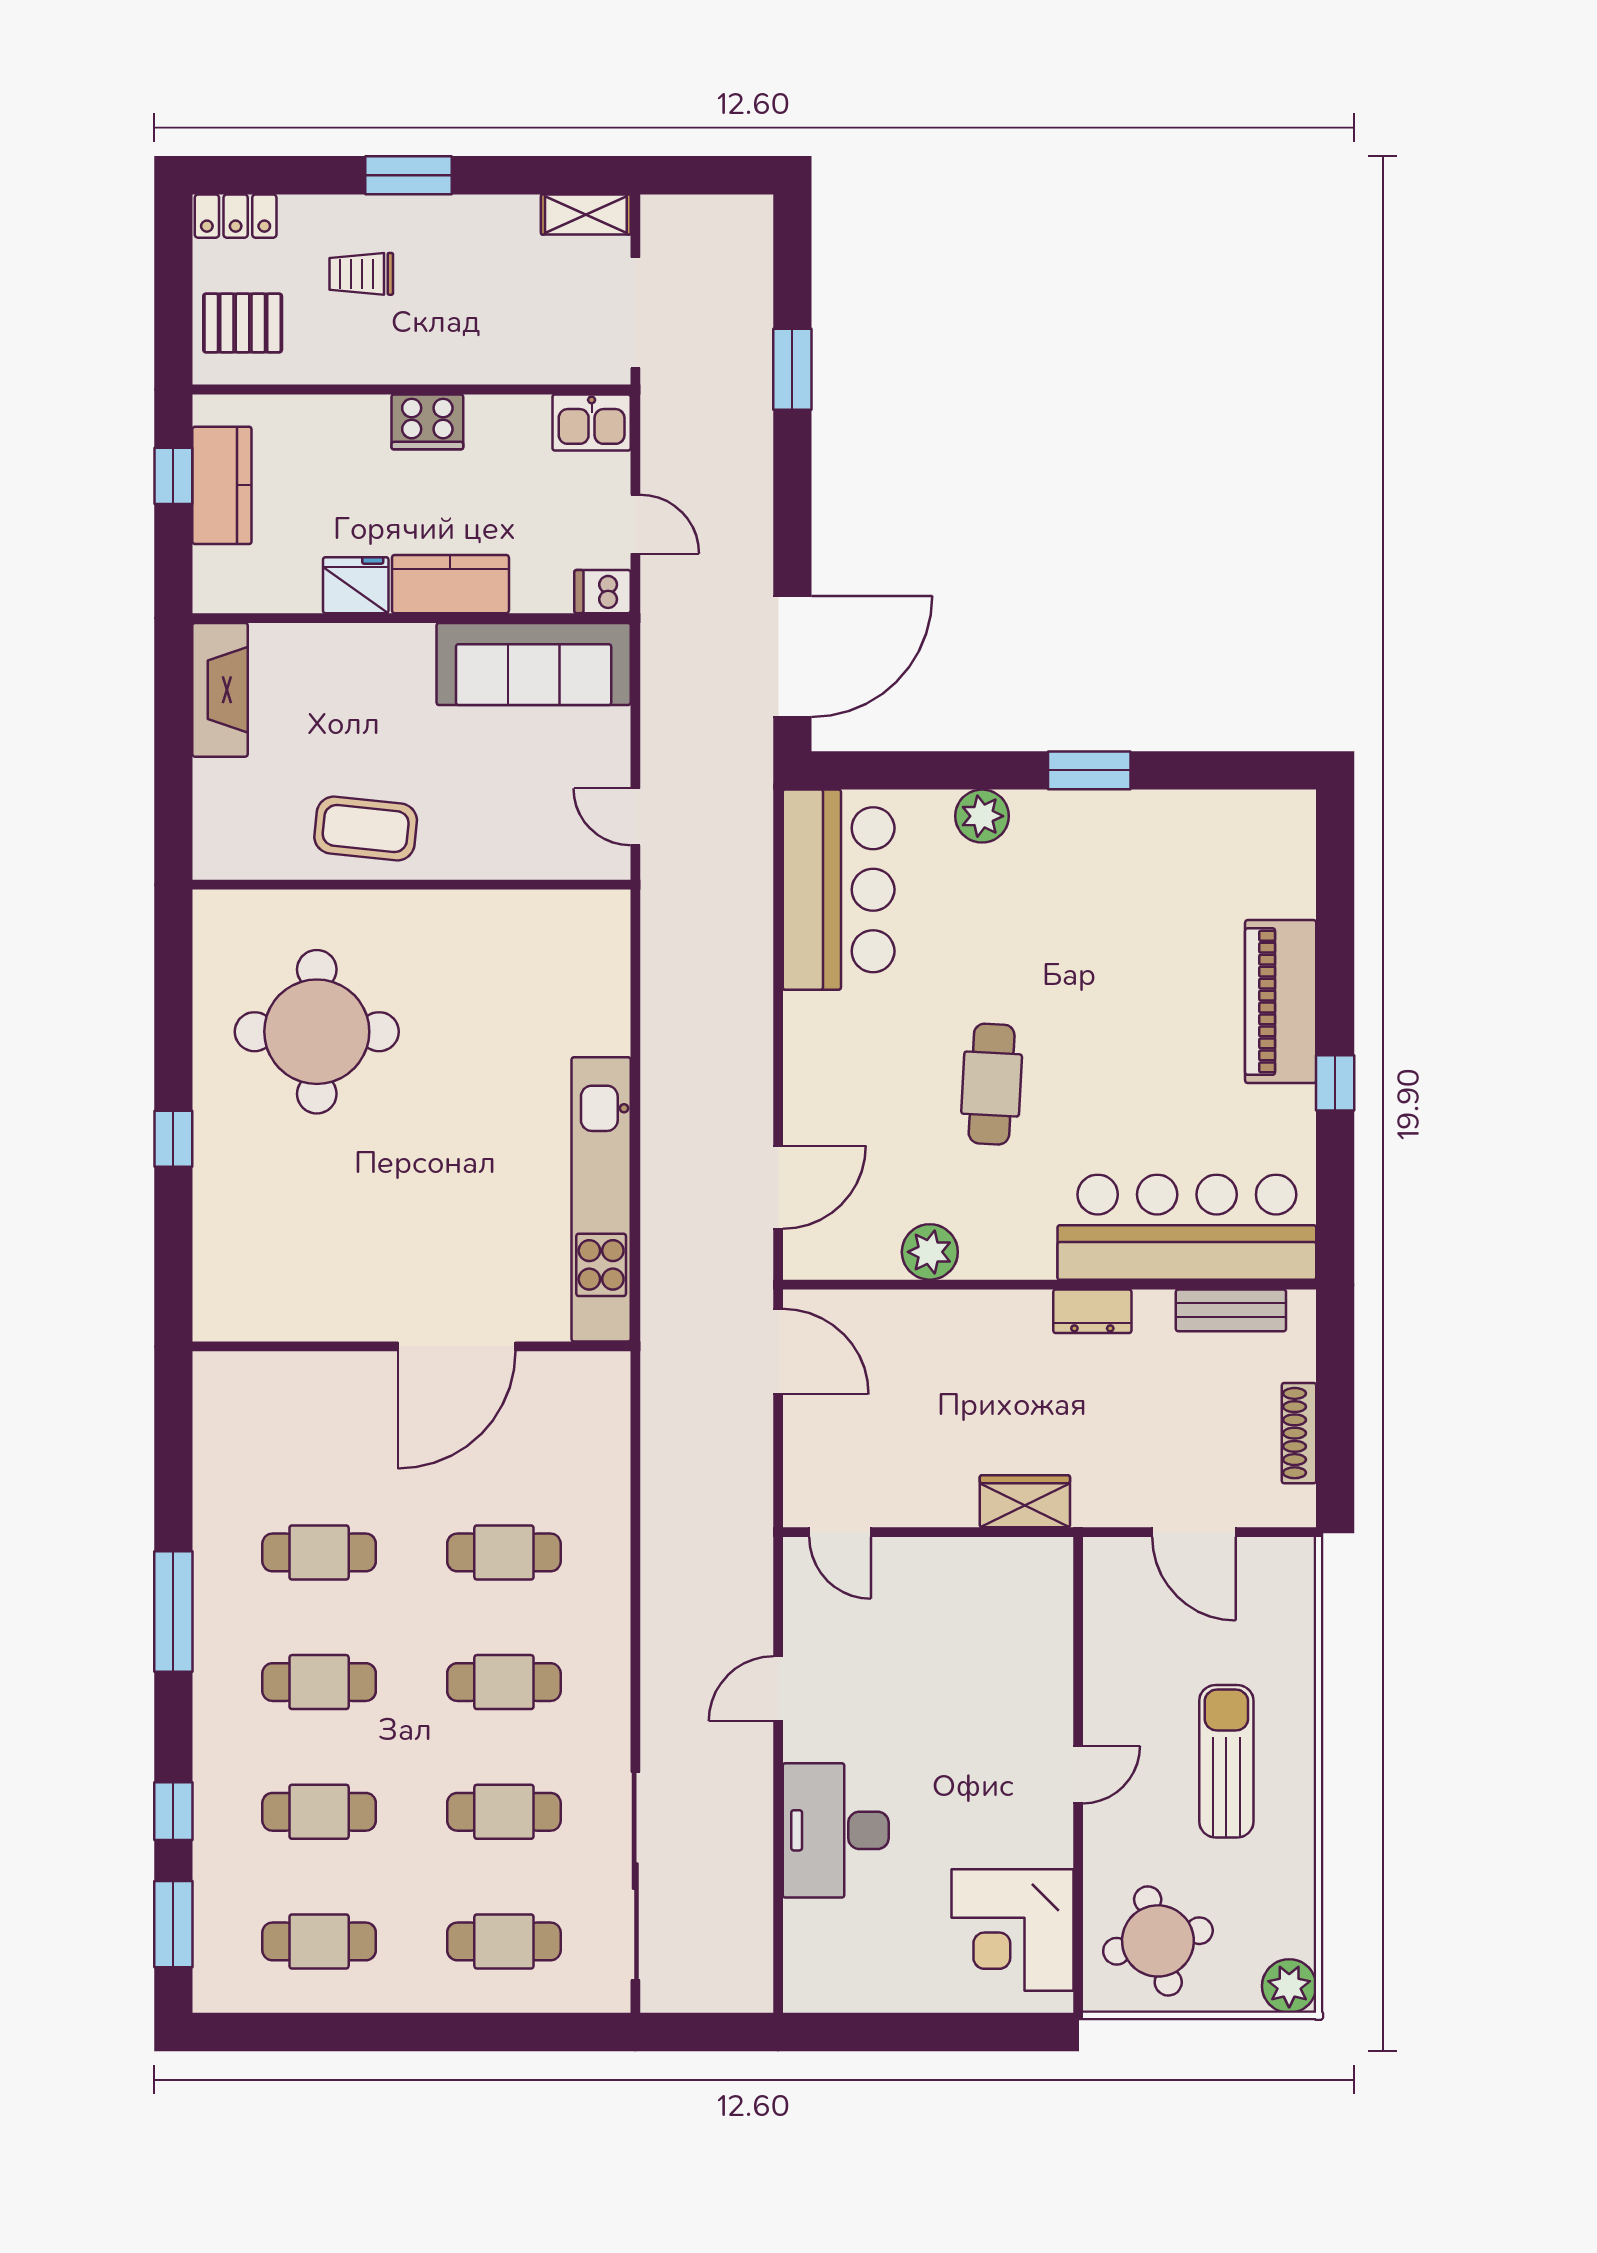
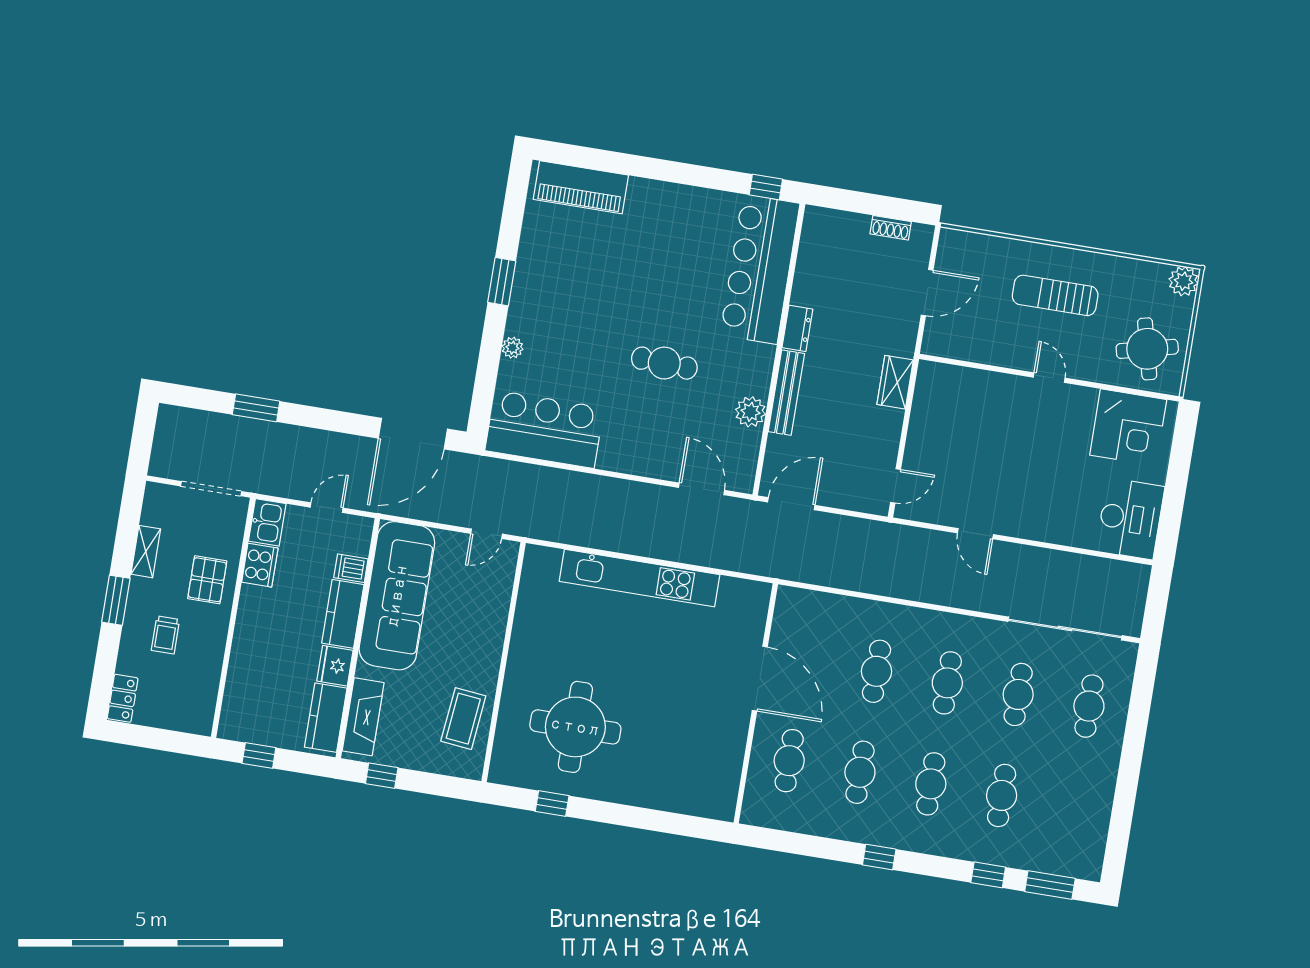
shelving: (586, 214) -> (146, 552), moved
pallet: (243, 323) -> (207, 580), moved
cooker: (427, 422) -> (260, 565), moved
kitchen counter: (222, 485) -> (326, 718), moved, turned -90
dishwasher: (602, 592) -> (351, 568), moved, turned 90
door: (792, 656) -> (413, 434), swing flipped
sofa: (534, 664) -> (397, 596), width x1.36, depth x1.27
fireplace: (220, 690) -> (363, 717), moved, turned 90
window: (173, 700) -> (382, 776), added
plant: (982, 816) -> (512, 348), width x0.73, depth x0.73
coffee table: (366, 829) -> (463, 719), moved
piano: (1281, 1002) -> (581, 187), moved
window: (1335, 1083) -> (766, 187), moved
window: (173, 1139) -> (552, 804), moved
kitchen unit: (601, 1199) -> (640, 578), moved
bench: (1231, 1310) -> (786, 393), moved, width x1.36
shoe rack: (1299, 1433) -> (891, 228), width x0.70
window: (173, 1612) -> (879, 857), width x0.46
desk: (836, 1830) -> (1130, 519), moved, turned -90
cafe table: (319, 1941) -> (789, 761), moved

